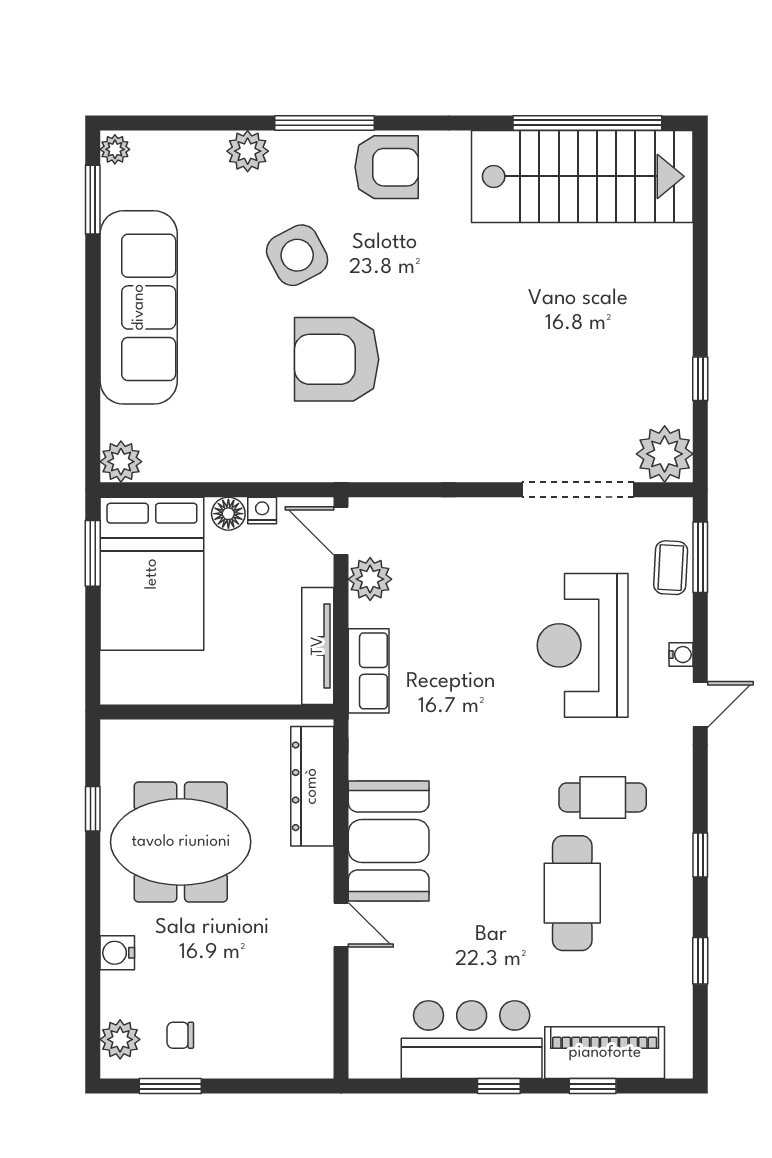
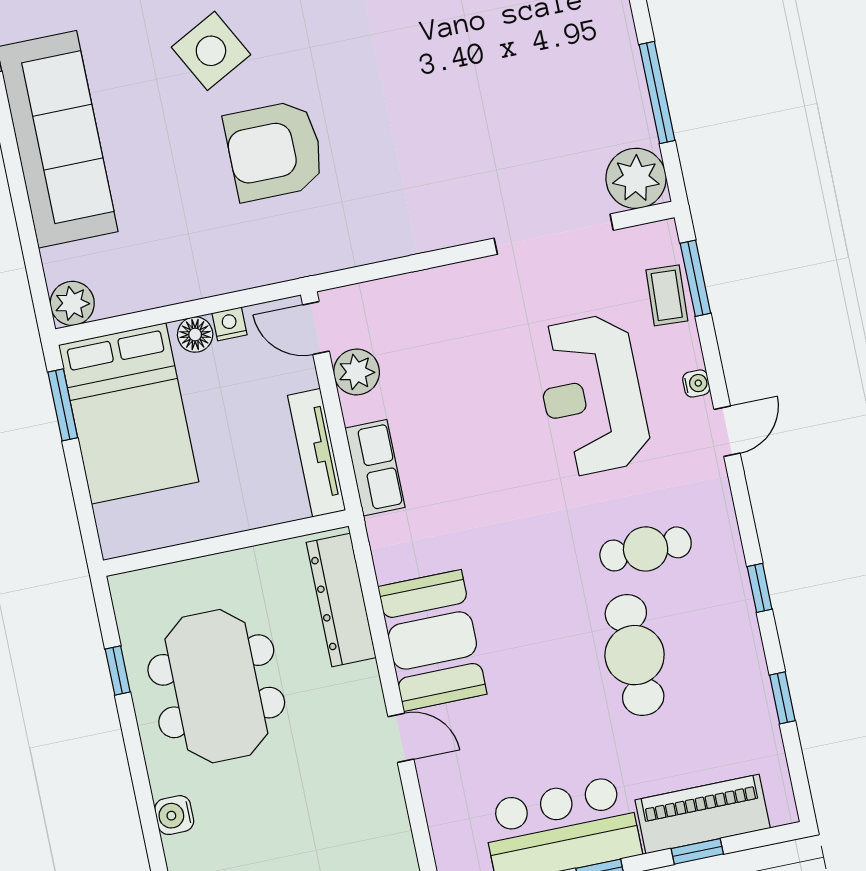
window: (700, 379) -> (657, 93), width x2.17
meeting table: (181, 842) -> (216, 686), turned 90

